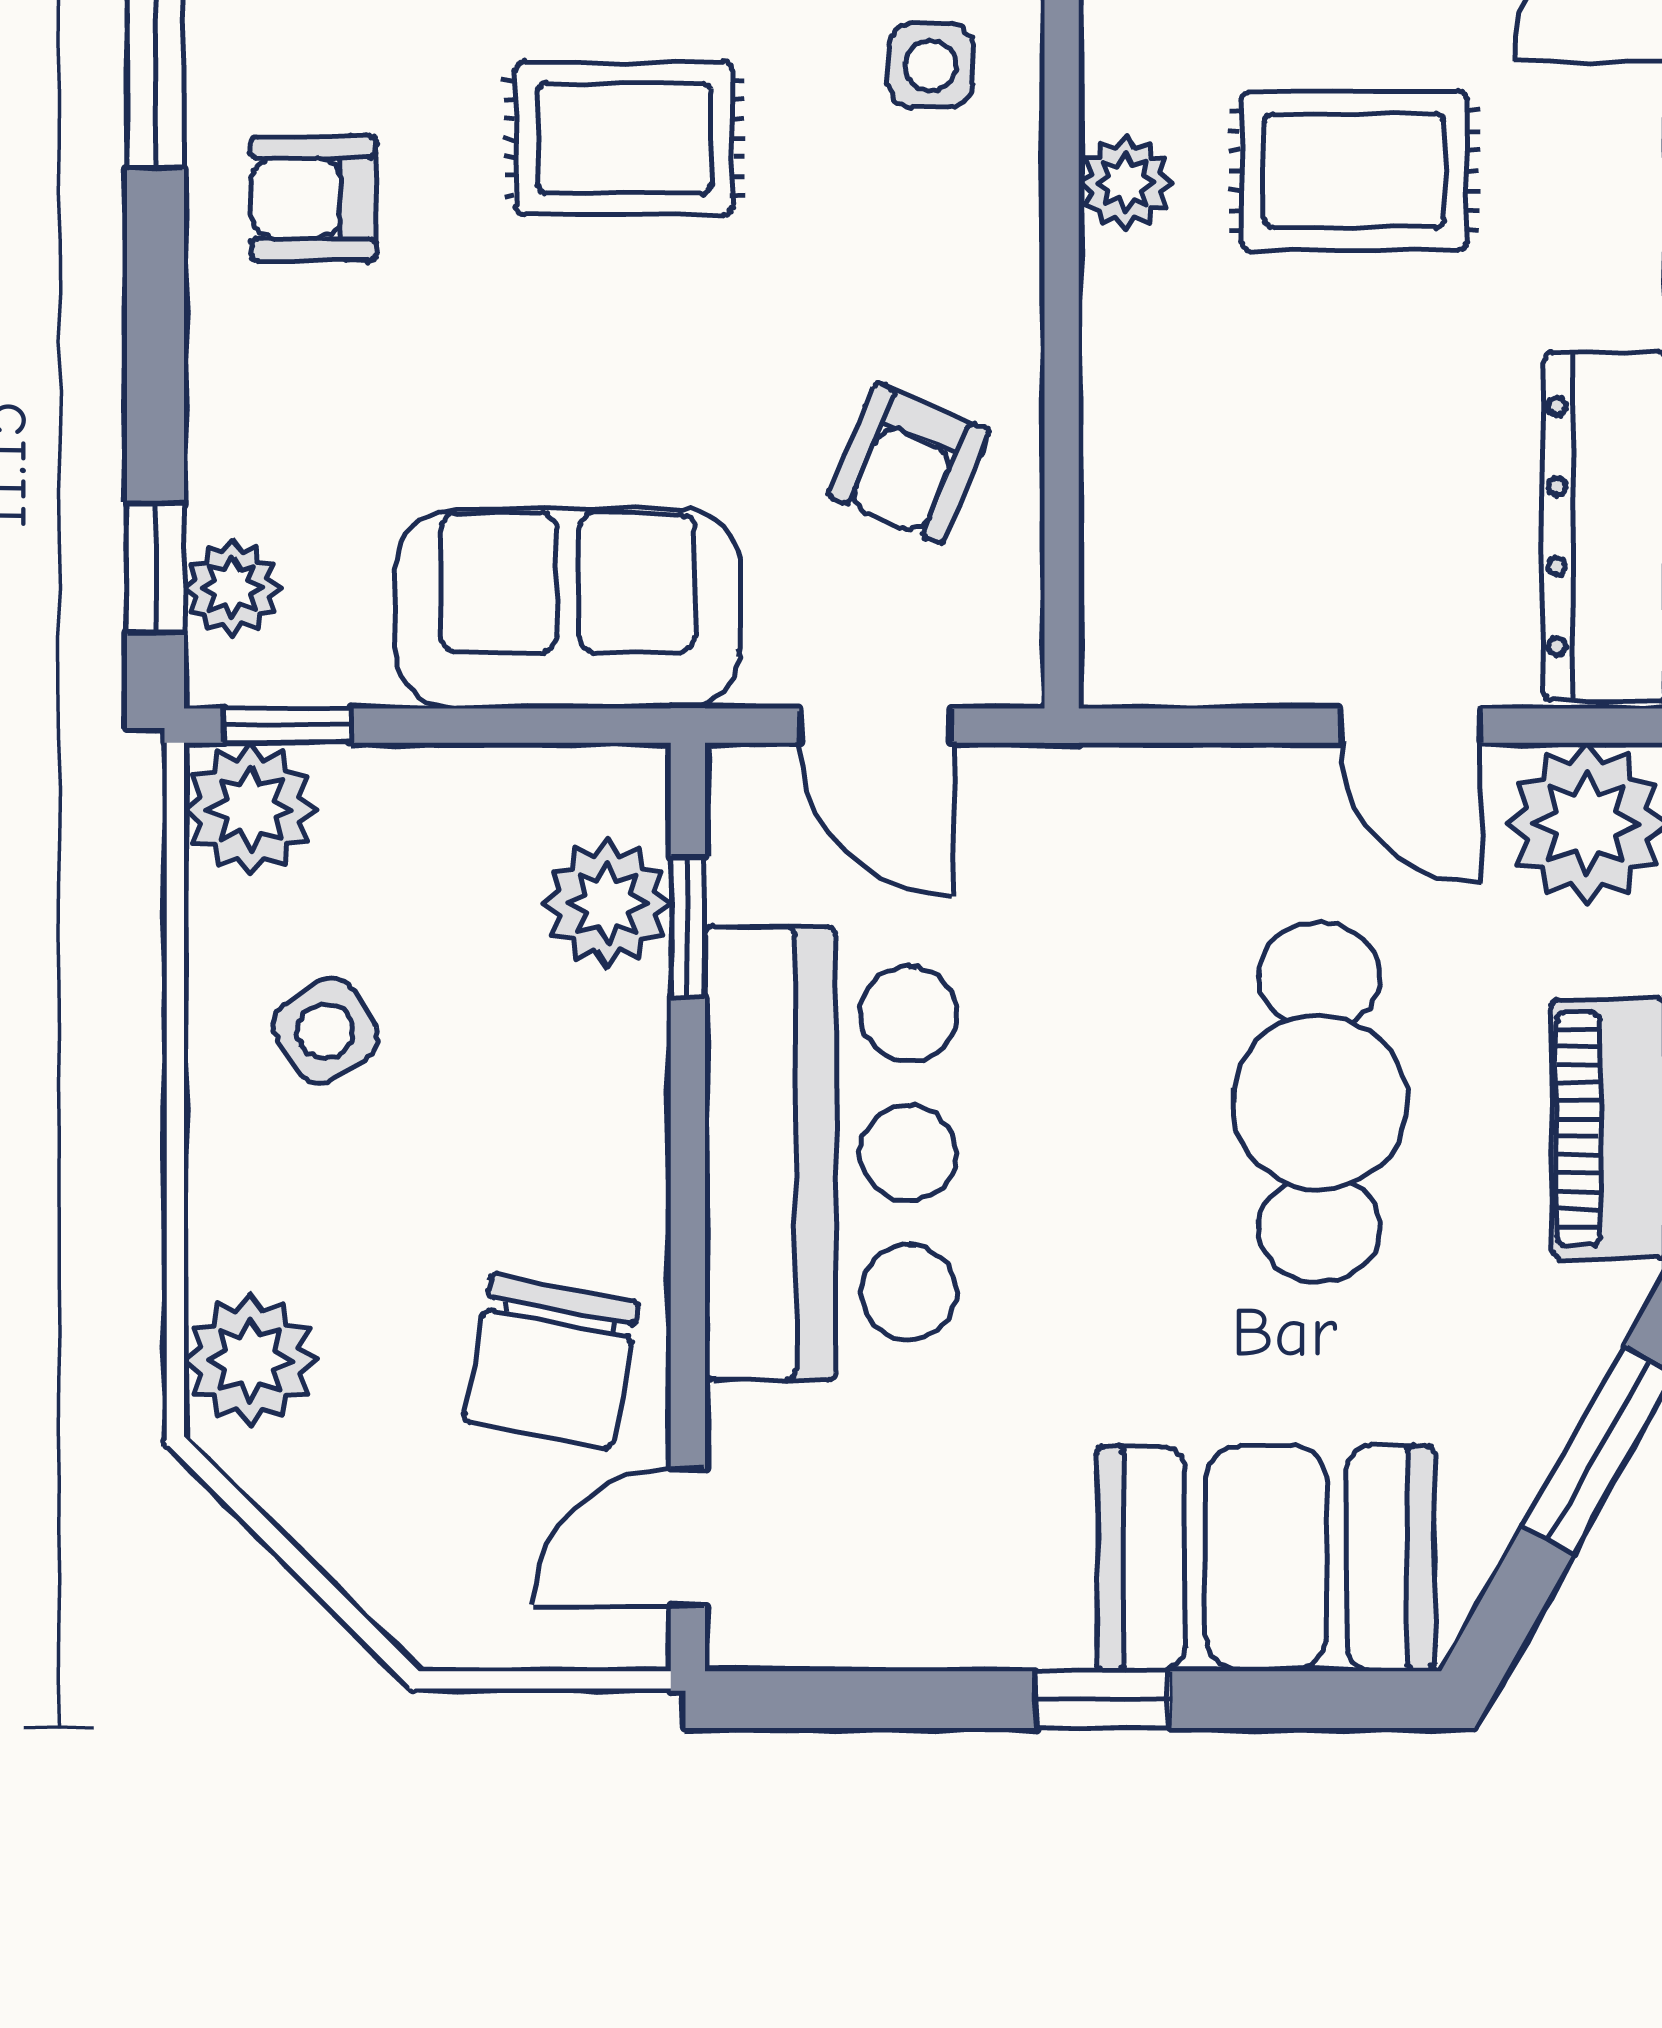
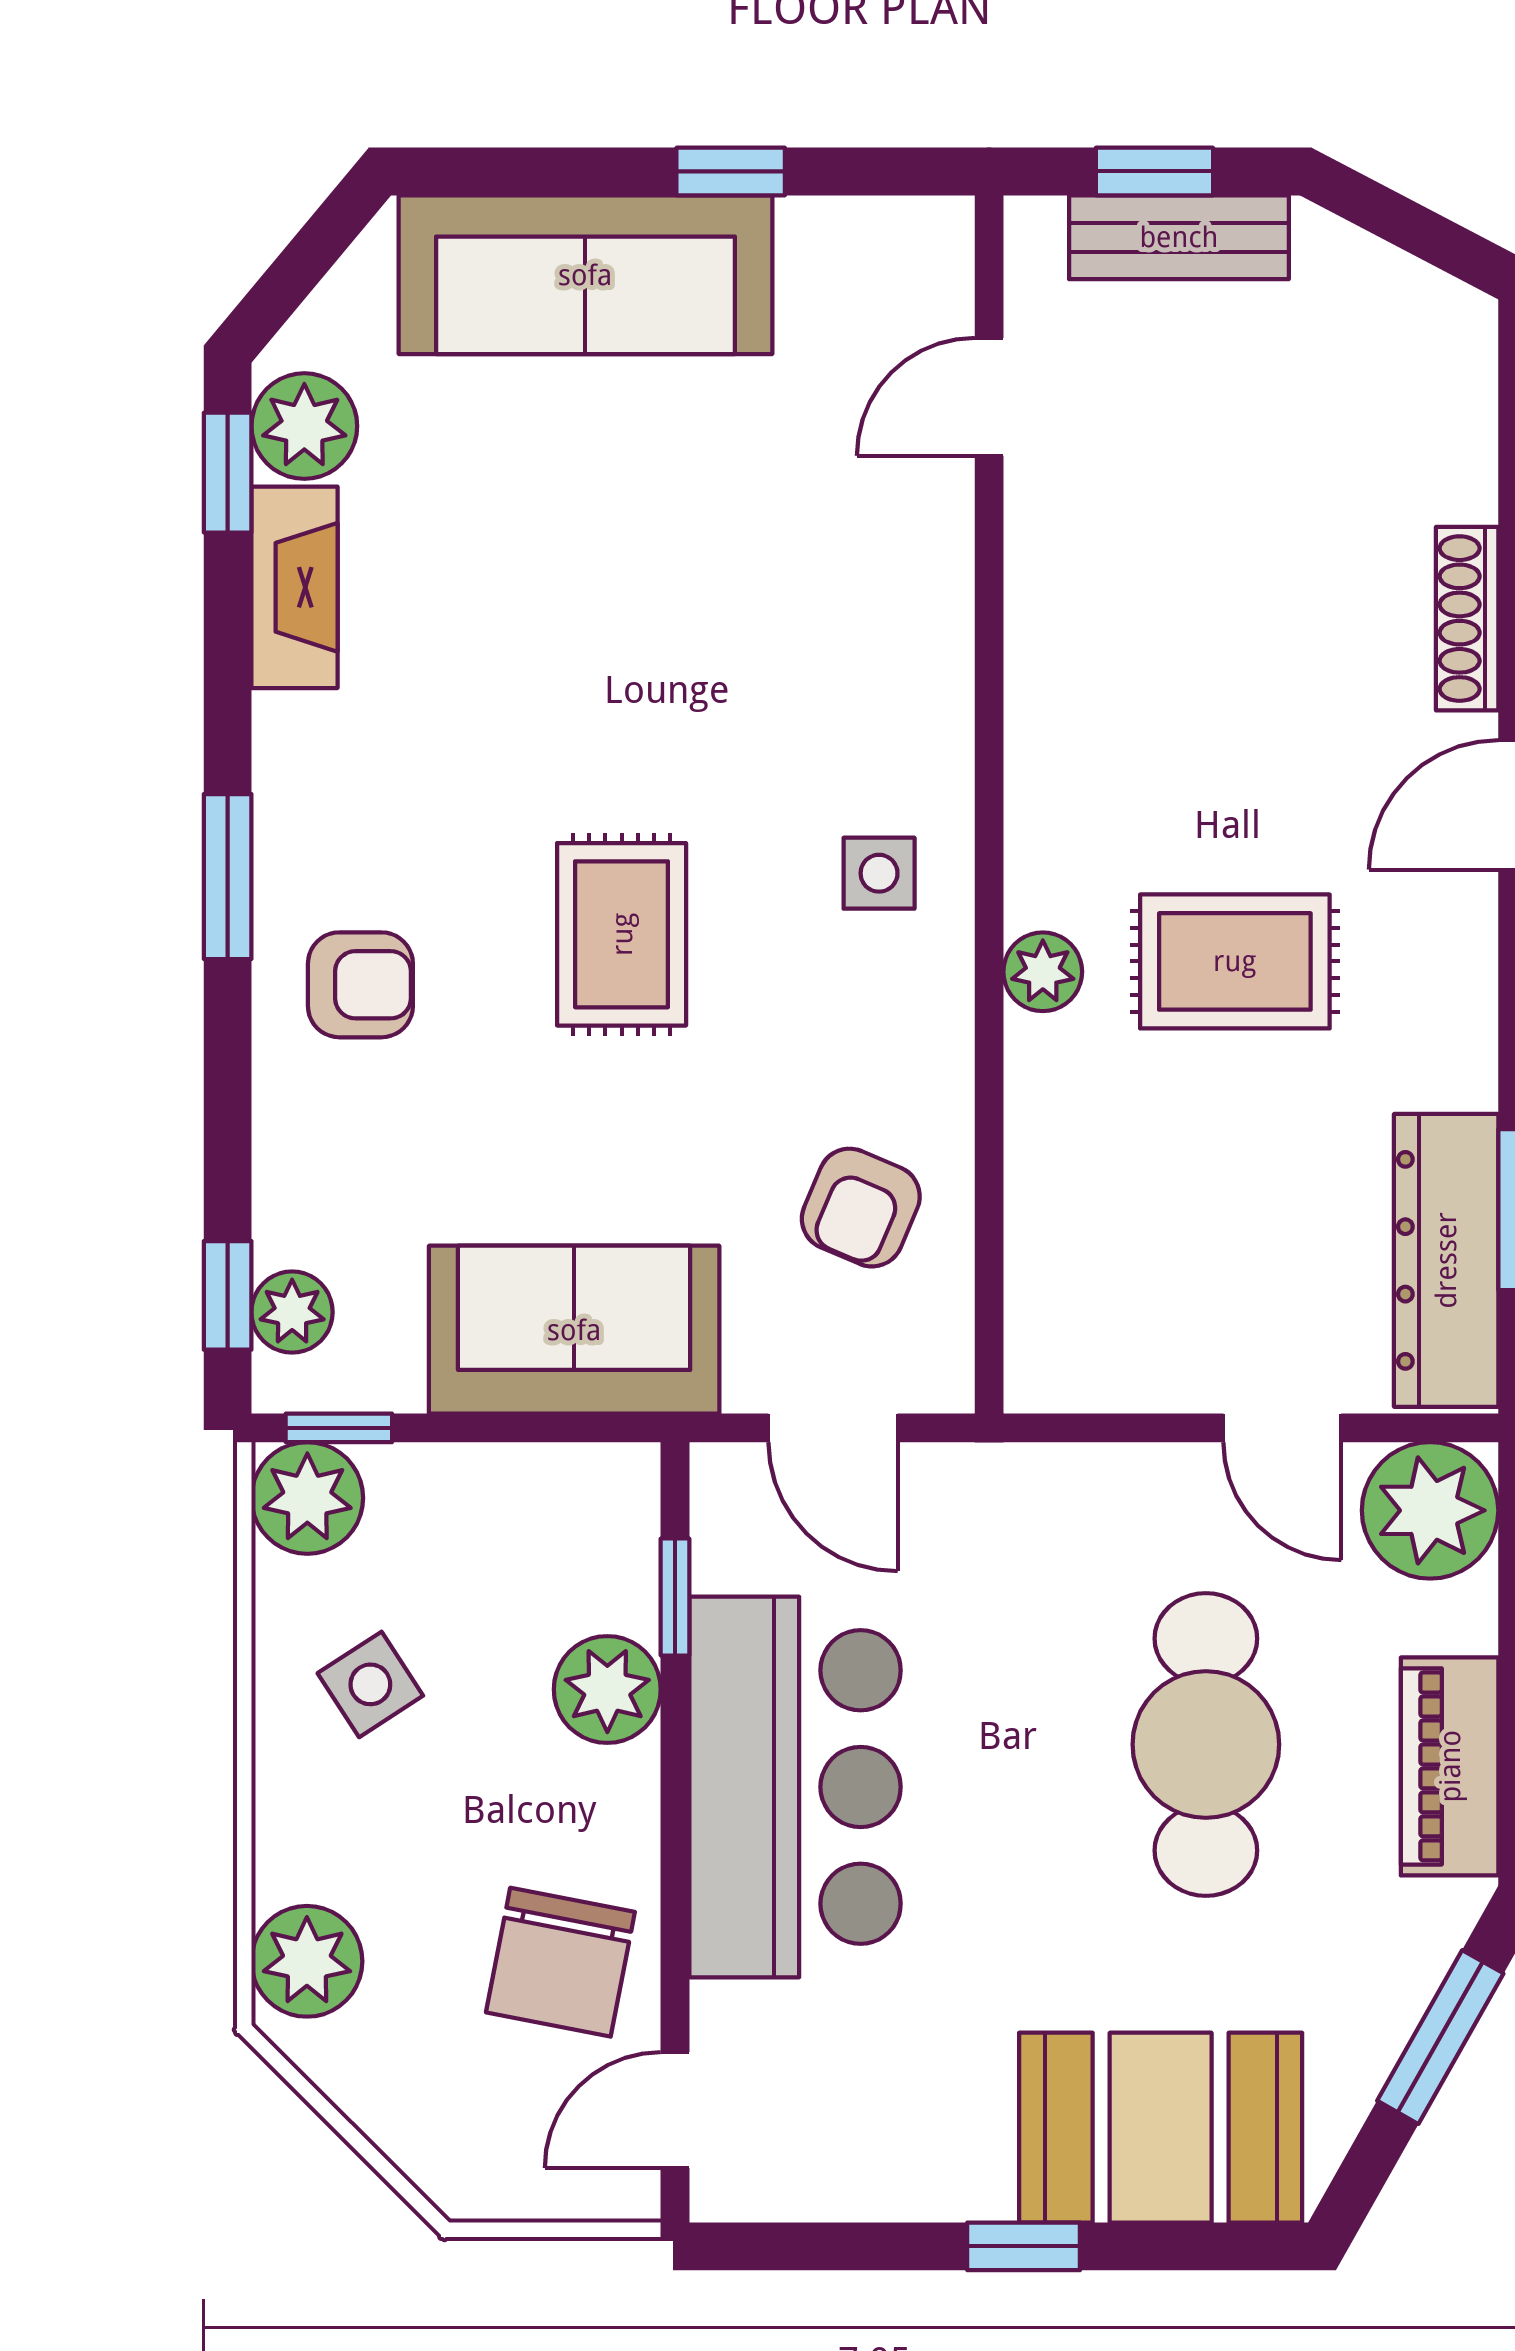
rug: (624, 138) -> (622, 934), turned 90
armchair: (313, 198) -> (360, 985), turned 180
plant: (607, 903) -> (607, 1689), moved

